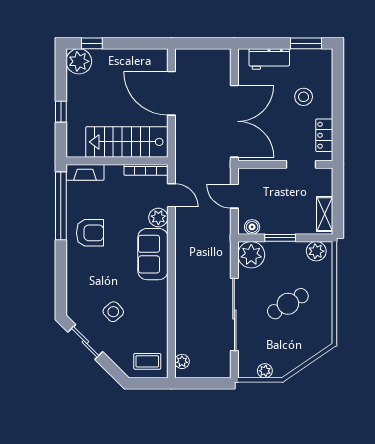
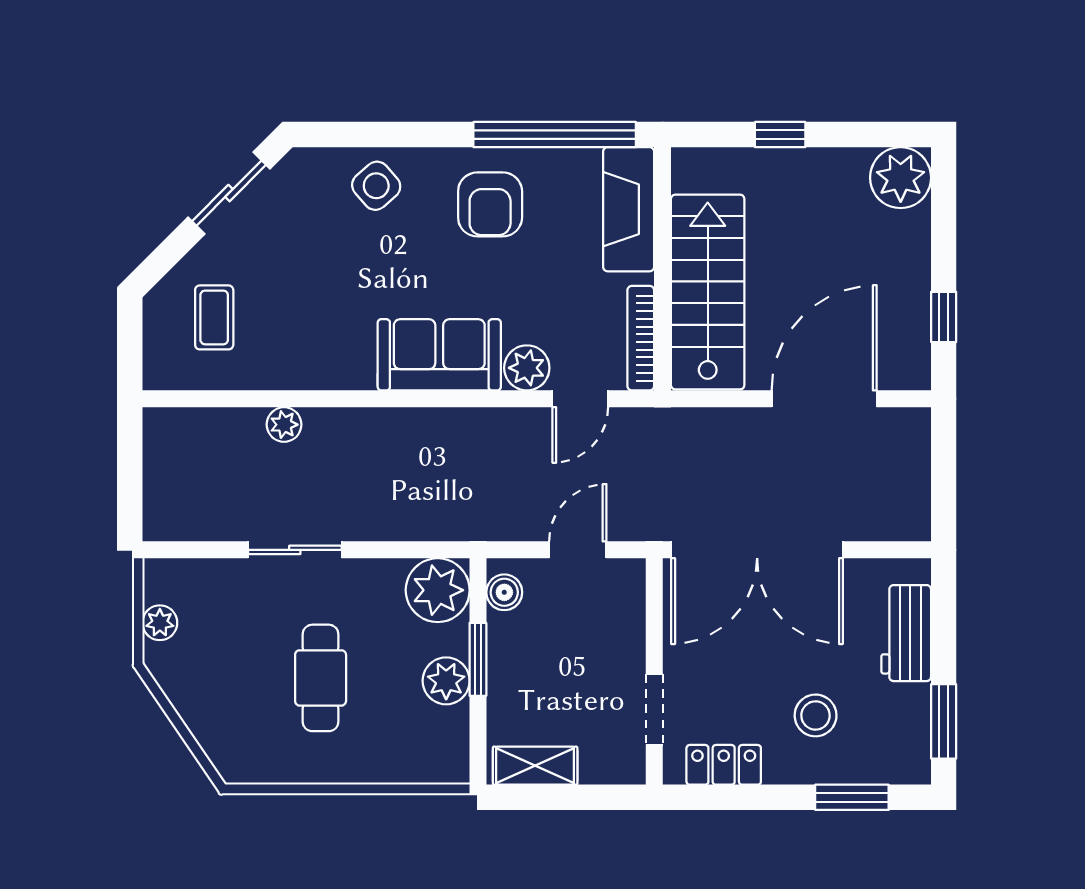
window: (92, 43) -> (944, 317), moved
window: (338, 82) -> (852, 797), added
fireplace: (85, 172) -> (629, 209), width x1.37, depth x1.32
plant: (316, 251) -> (446, 681), moved
cafe table: (288, 304) -> (321, 678), turned 31
side table: (113, 312) -> (376, 186), moved
sliding door: (234, 314) -> (295, 550), width x0.54
coffee table: (147, 361) -> (214, 317), moved
plant: (182, 361) -> (284, 425), moved

